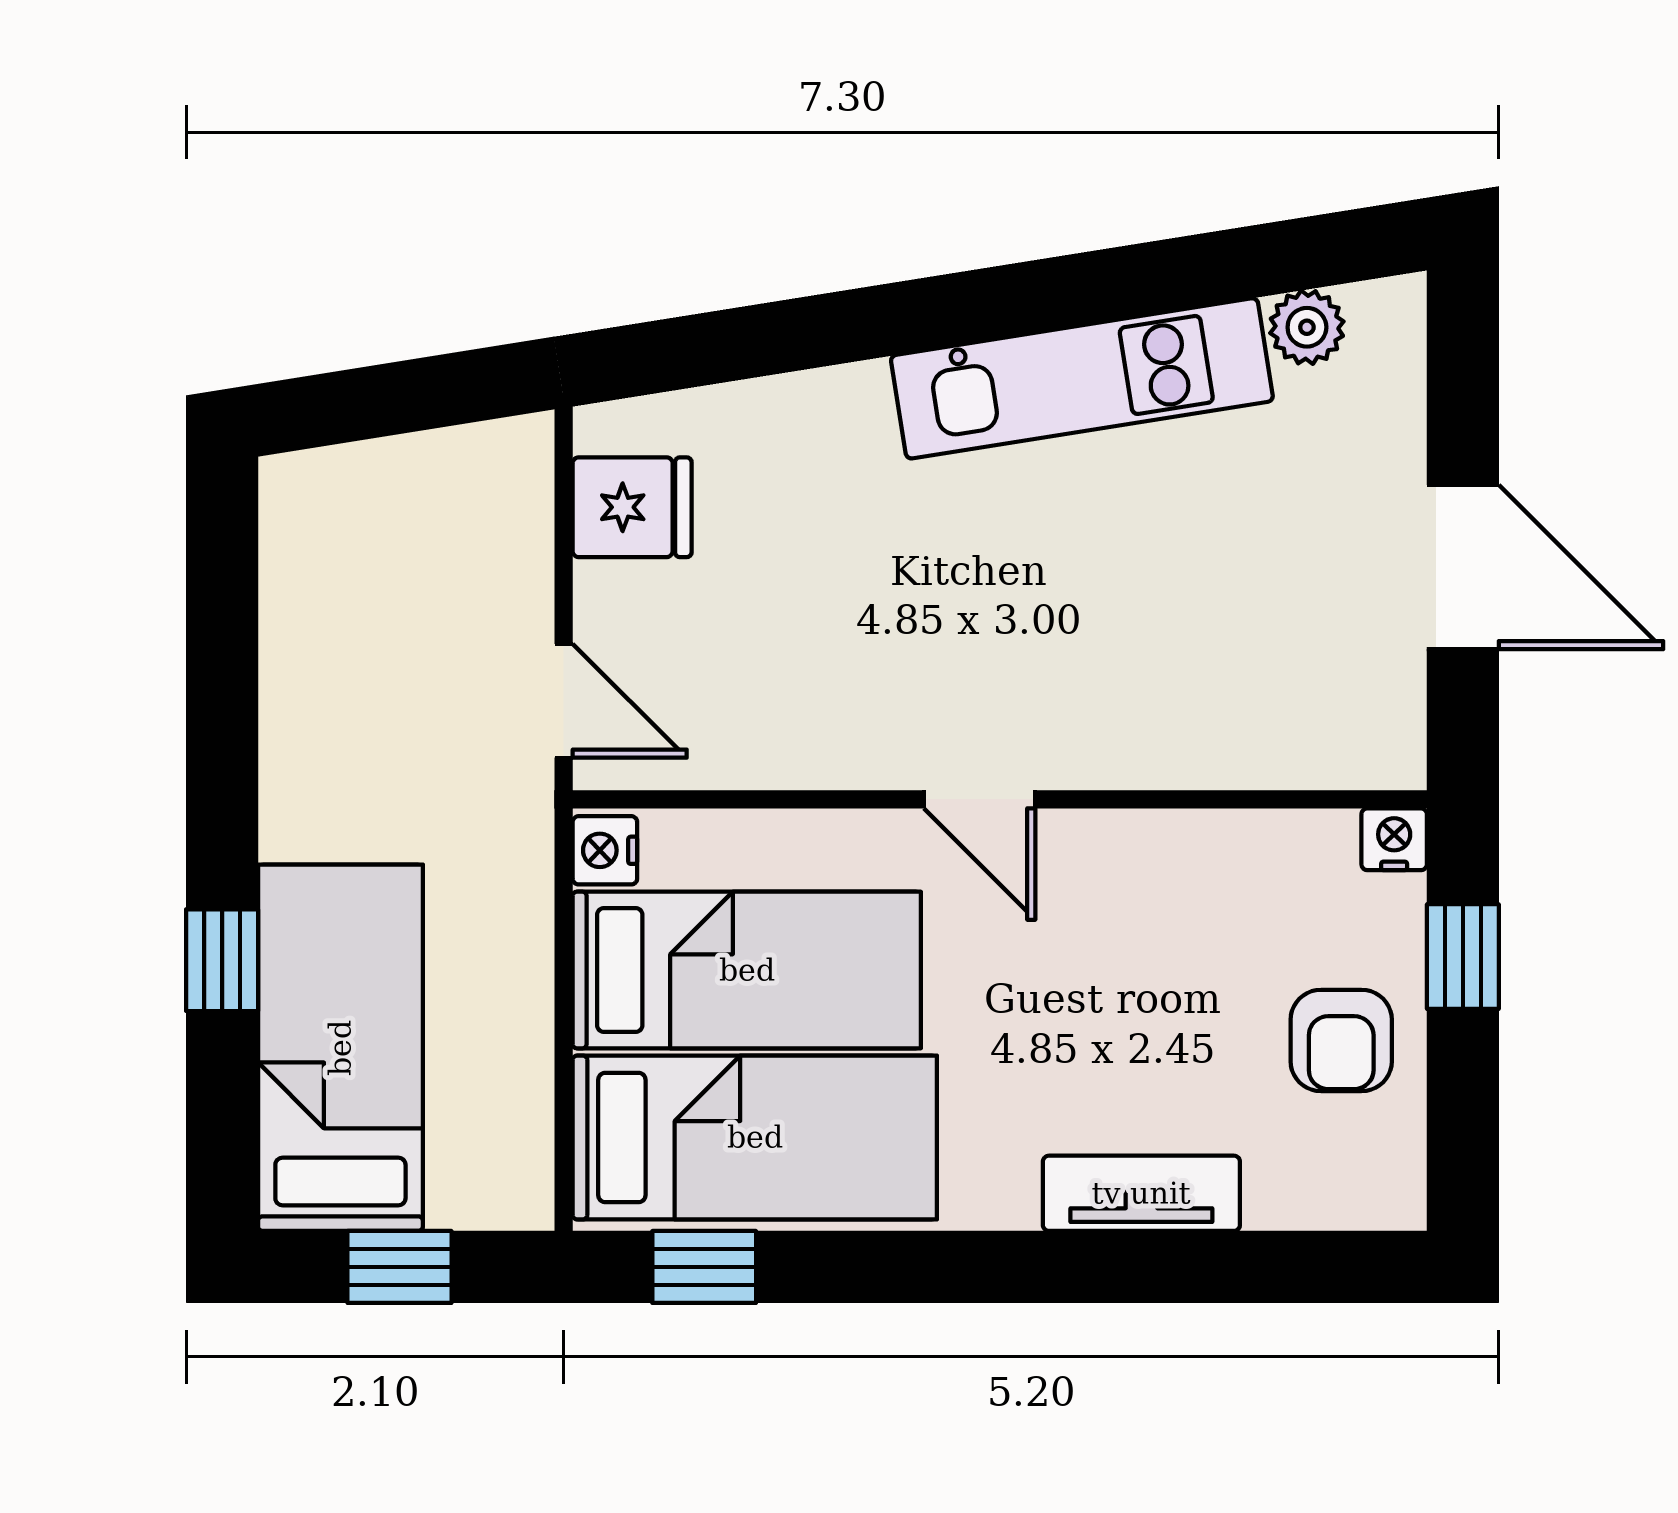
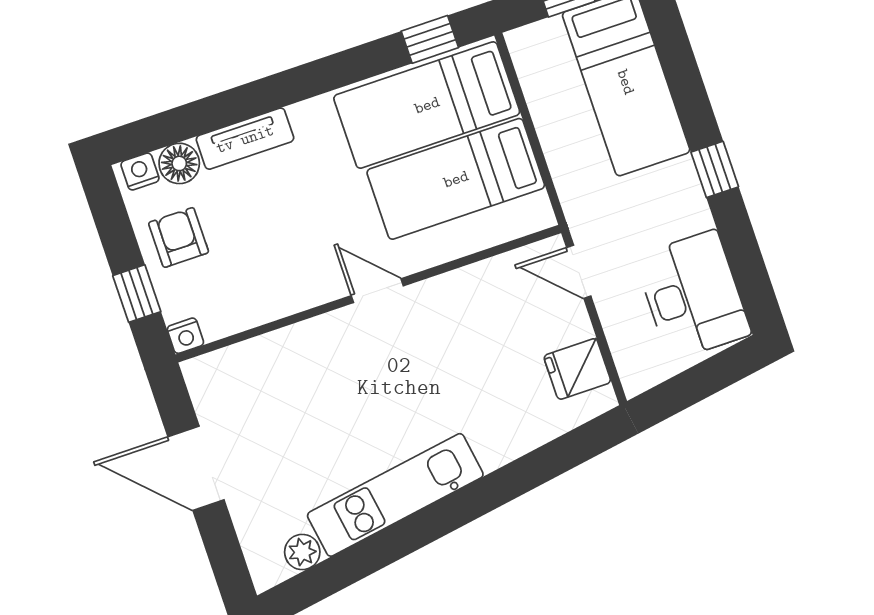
desk: (351, 576) -> (693, 295), added
nightstand: (605, 850) -> (140, 172), moved, turned -90
window: (222, 960) -> (715, 169), moved
floor lamp: (1290, 1188) -> (179, 163), added

